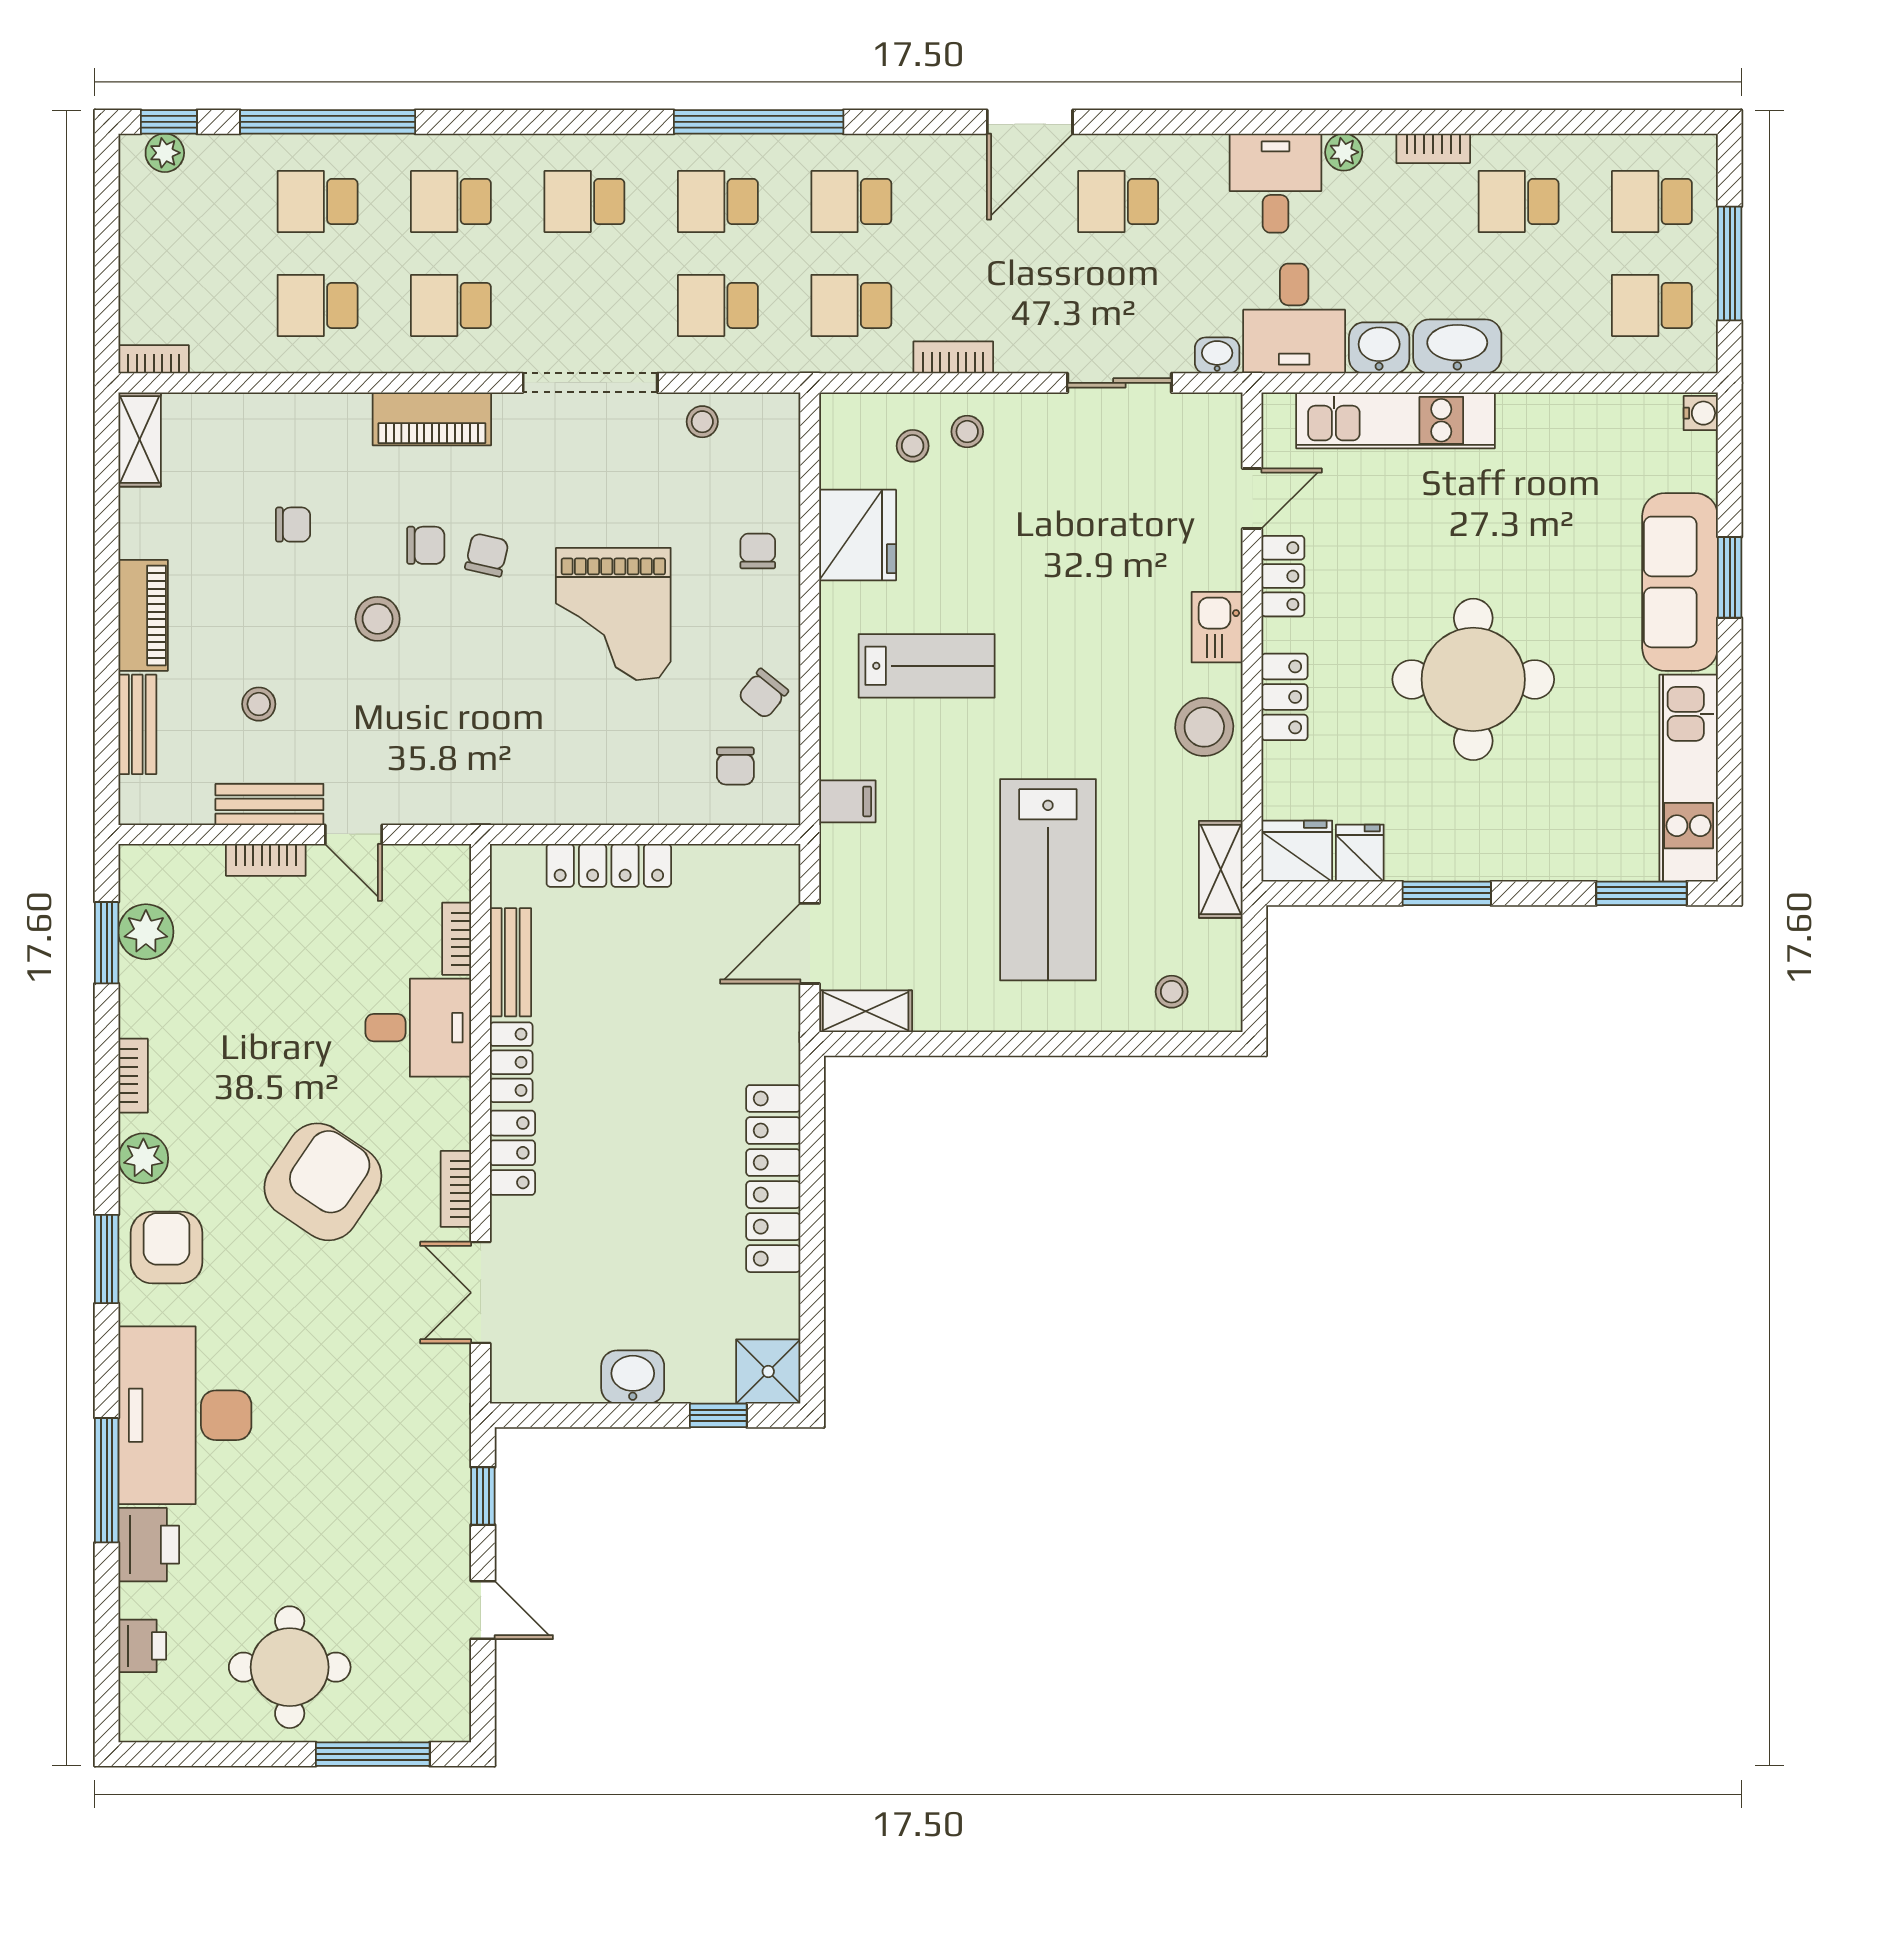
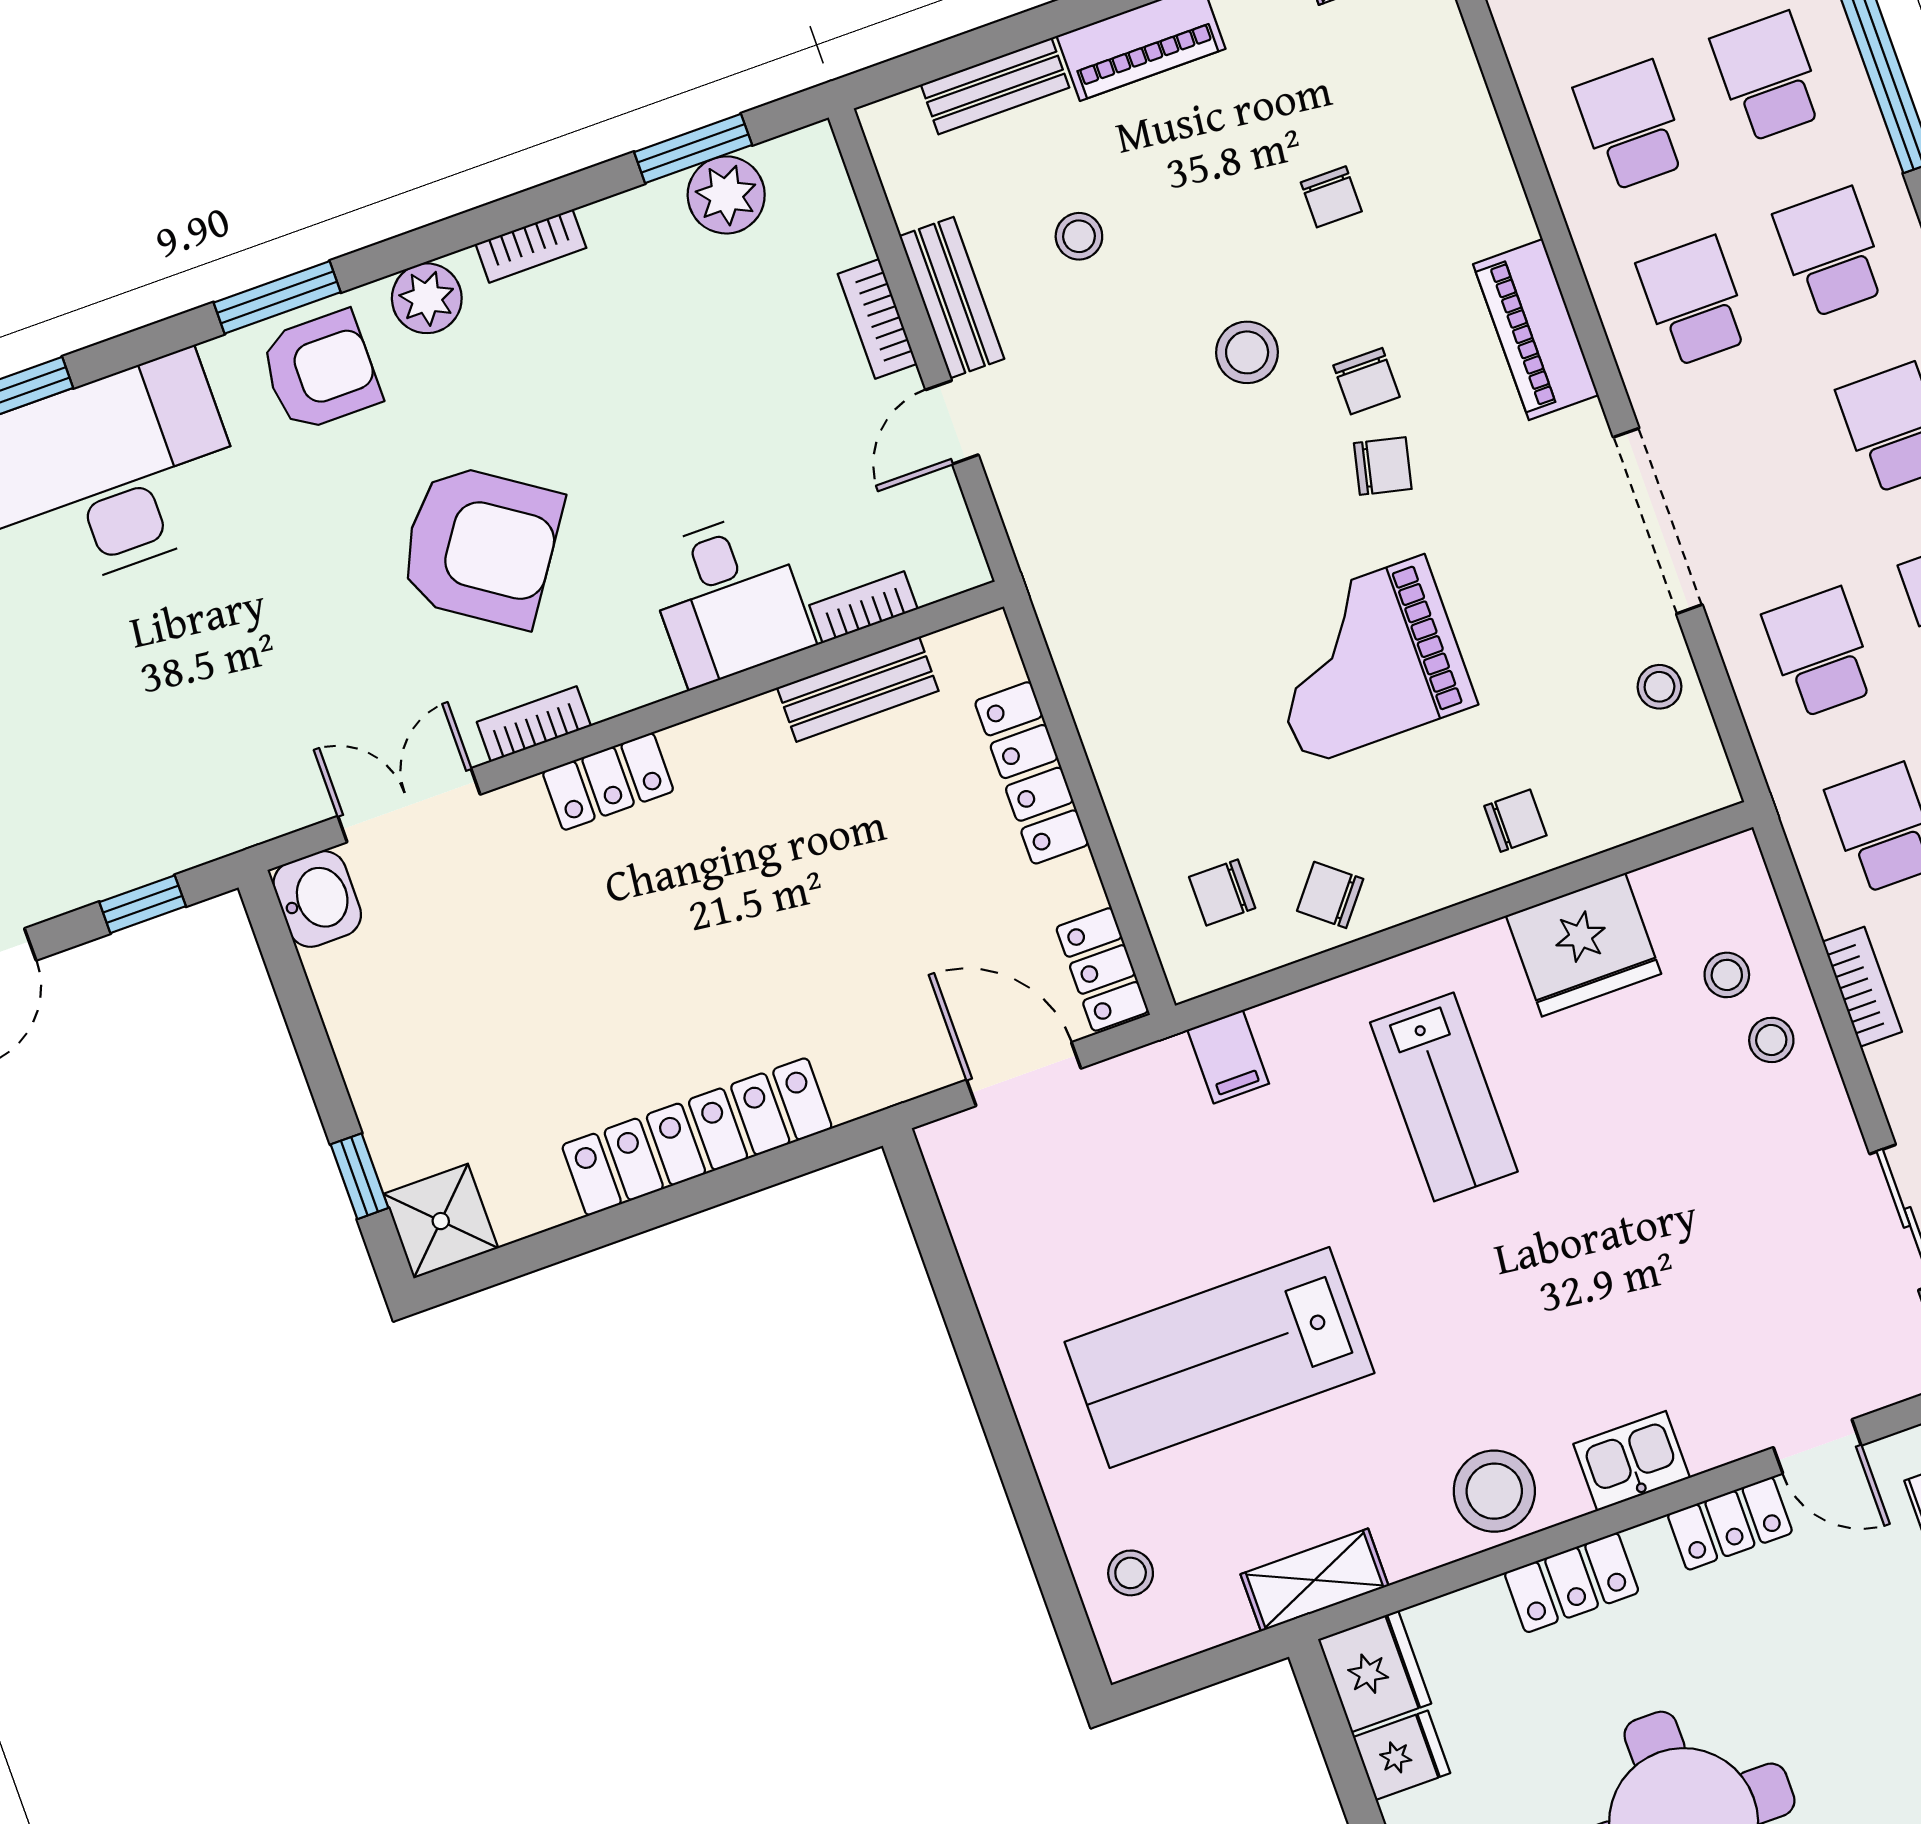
shelving: (866, 1011) -> (961, 1179), removed
locker: (511, 1062) -> (1102, 969), moved, turned 90
washbasin: (633, 1377) -> (317, 899), moved

